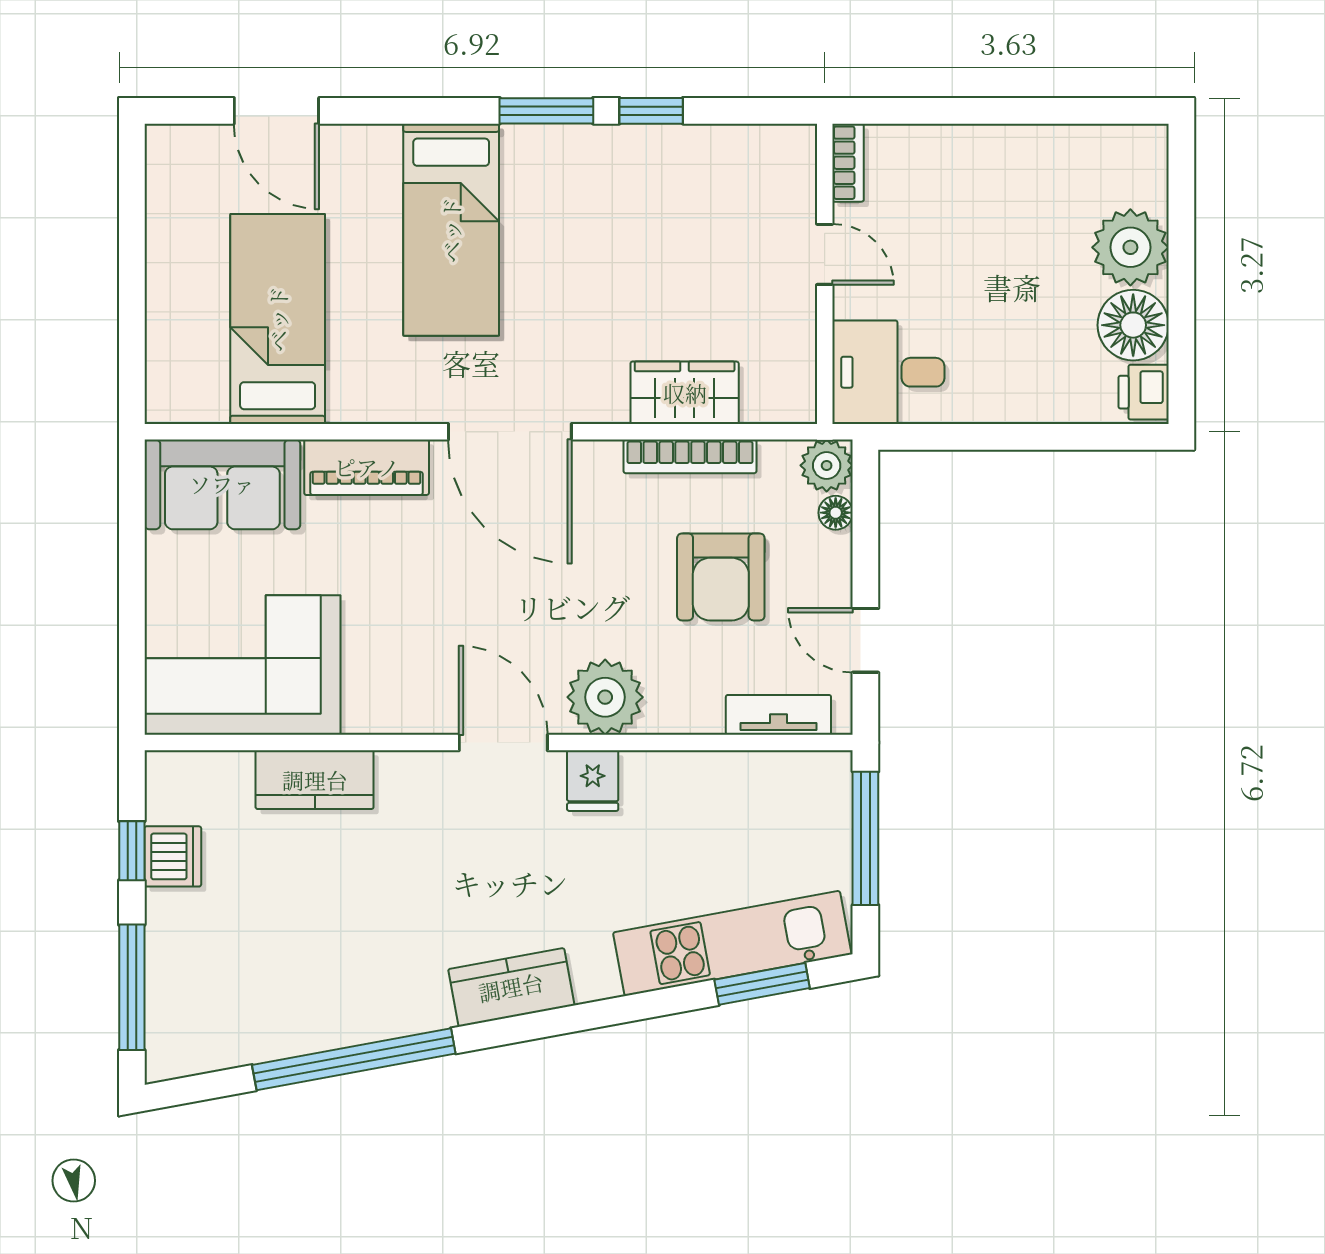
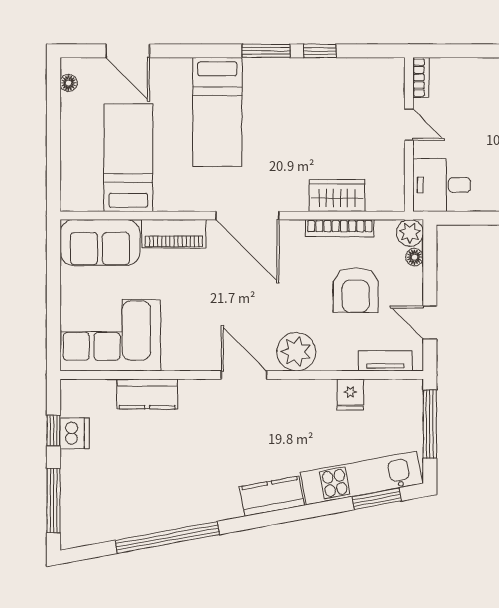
floor lamp: (161, 173) -> (69, 83), added
fridge: (593, 781) -> (350, 394), moved
kitchen counter: (511, 987) -> (272, 496), moved

